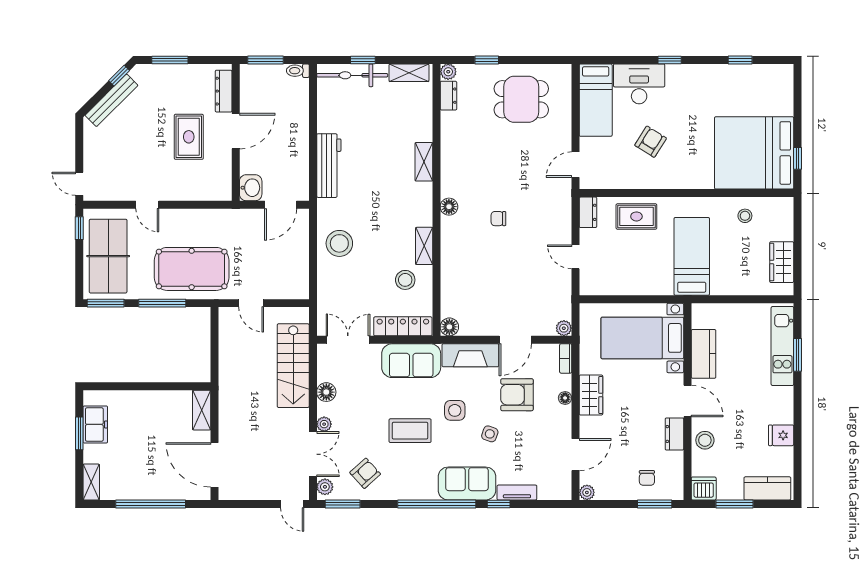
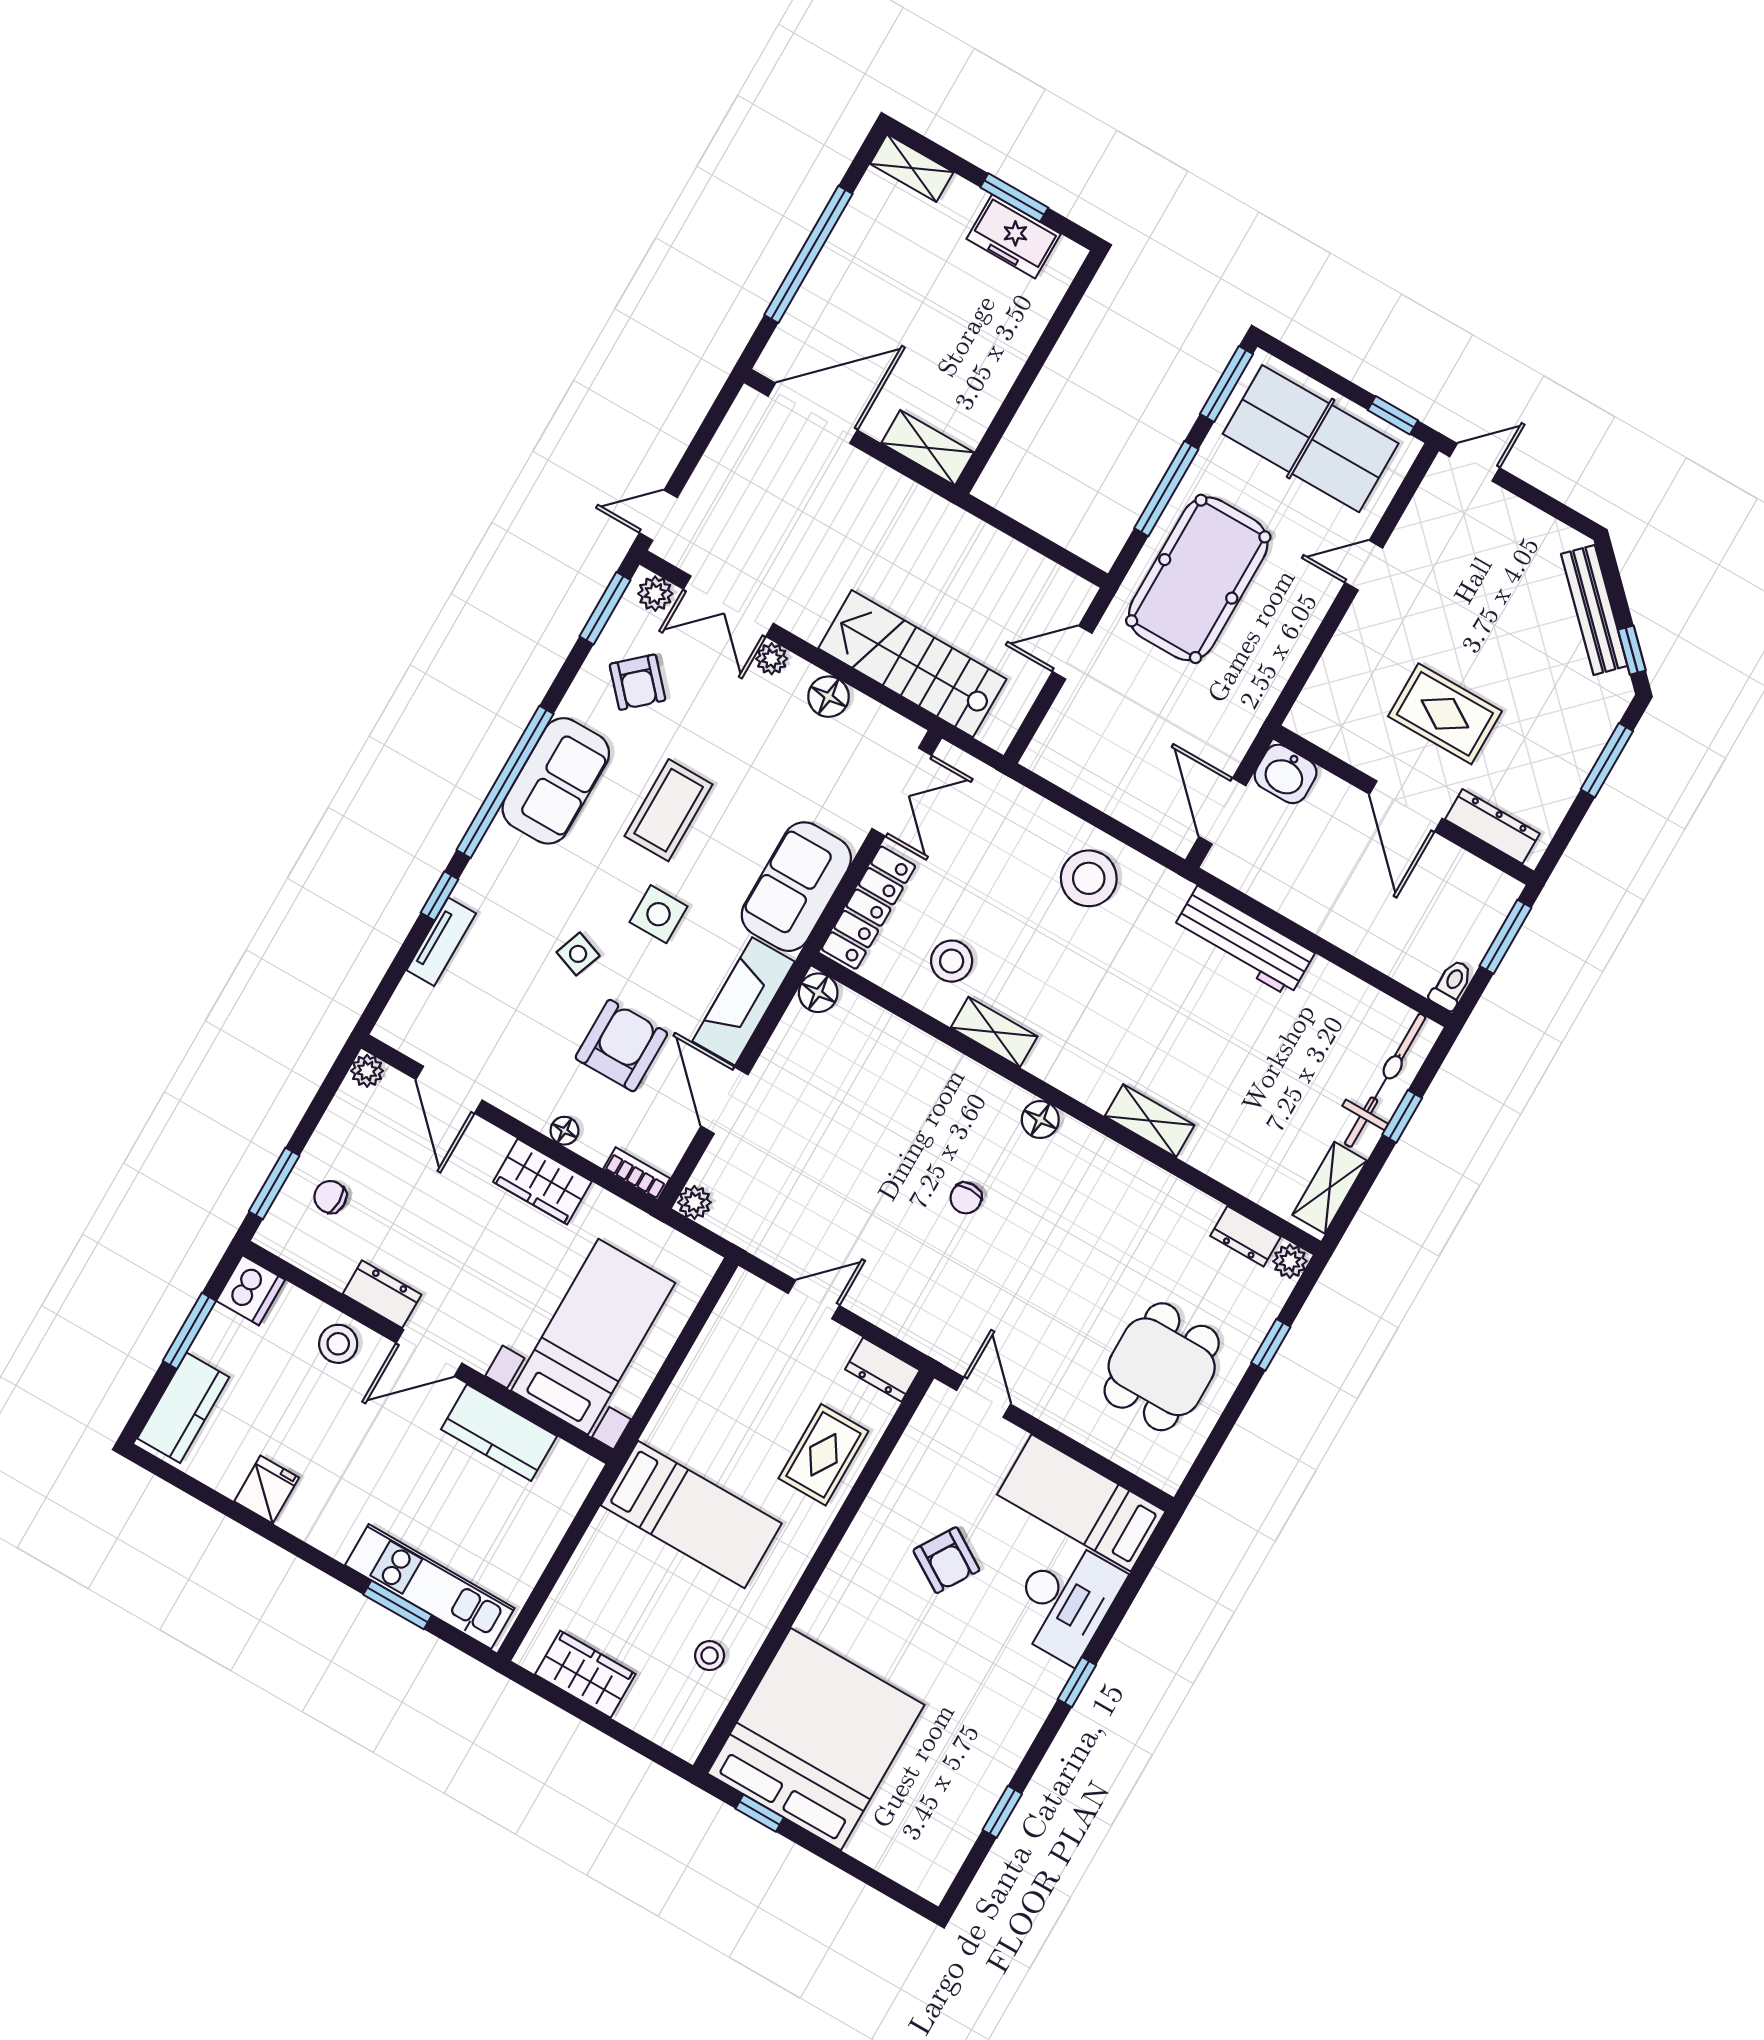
chair: (498, 219) -> (966, 1198), turned 180
sofa: (467, 483) -> (556, 781), moved

